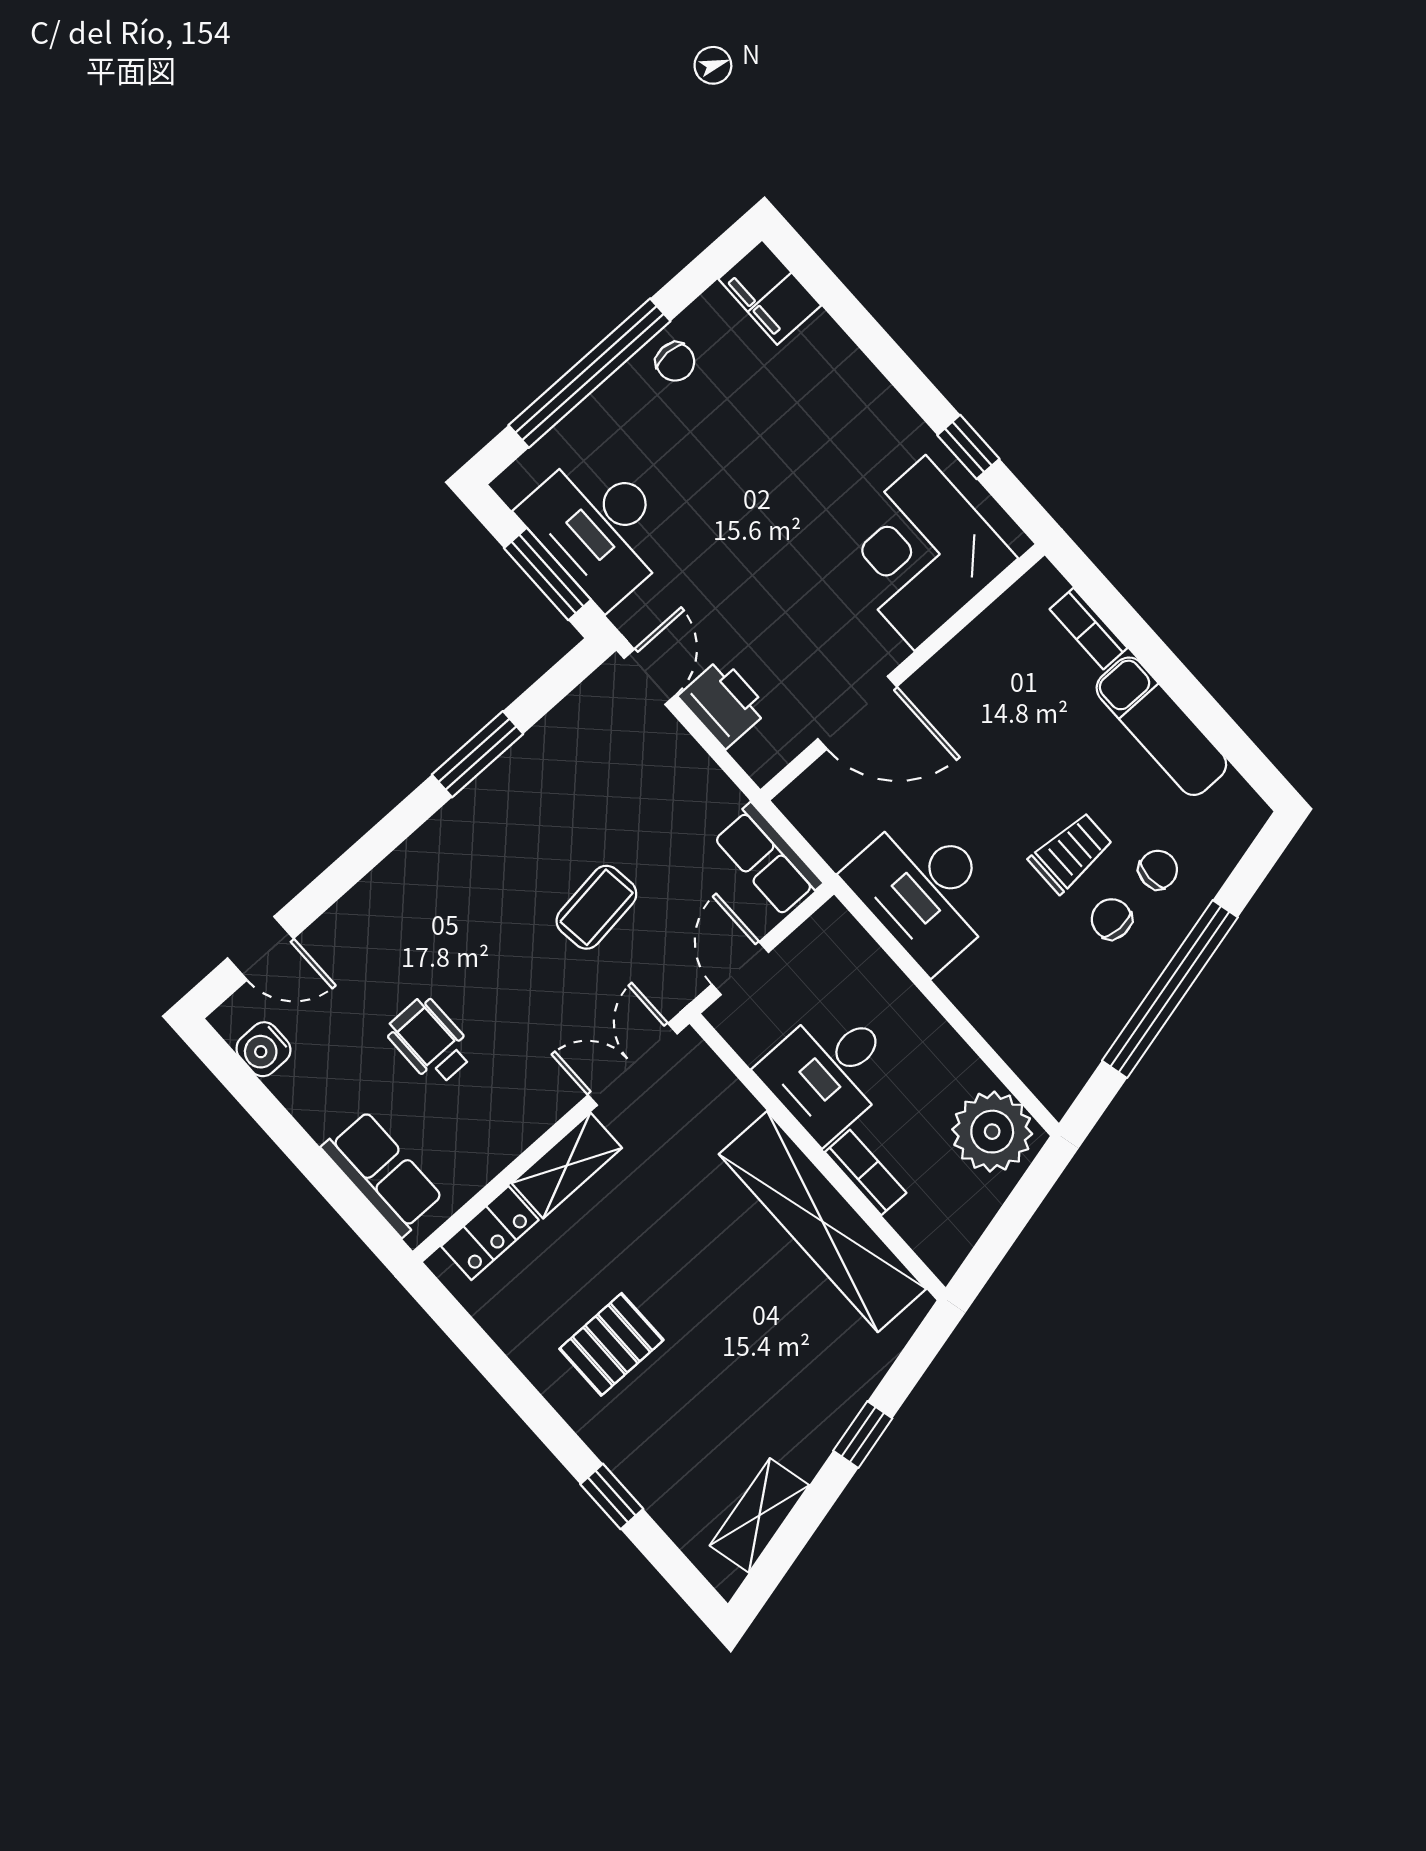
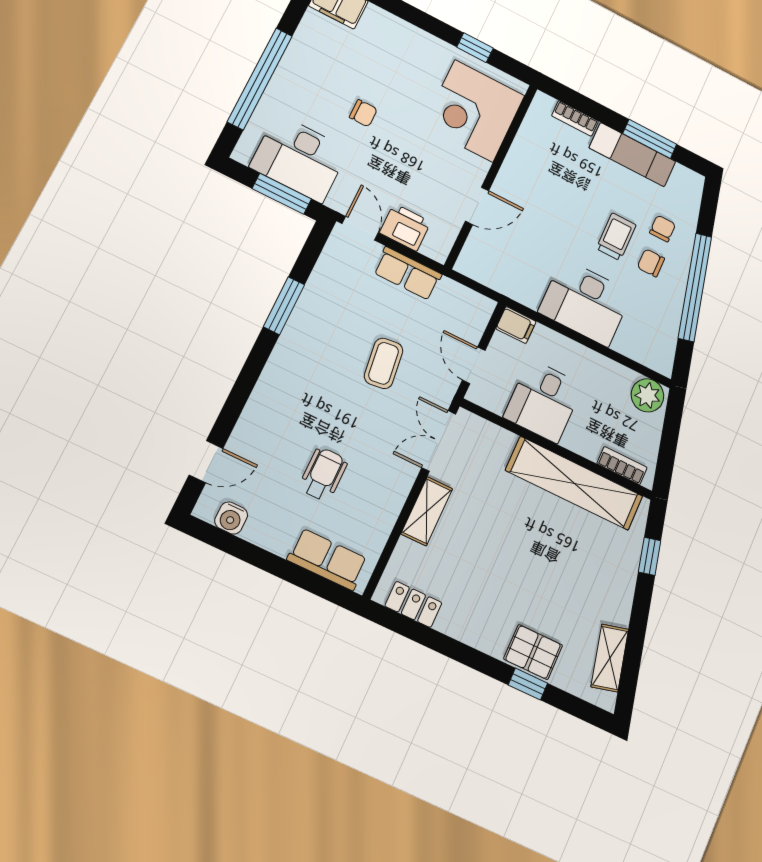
chair: (675, 362) -> (363, 113), moved
window: (1204, 711) -> (650, 139), added
door: (857, 713) -> (477, 206), width x0.73
row of seats: (768, 860) -> (408, 273), moved
desk: (925, 890) -> (585, 302), moved
filing cabinet: (837, 931) -> (516, 325), added
wheelchair: (430, 1041) -> (323, 474), turned 90
plant: (992, 1132) -> (647, 395), width x0.73, depth x0.73
bookcase: (866, 1173) -> (622, 465), moved
locker: (490, 1233) -> (413, 604), moved, turned -90
pallet: (611, 1344) -> (533, 652), moved, turned 90
window: (863, 1435) -> (650, 556), moved

